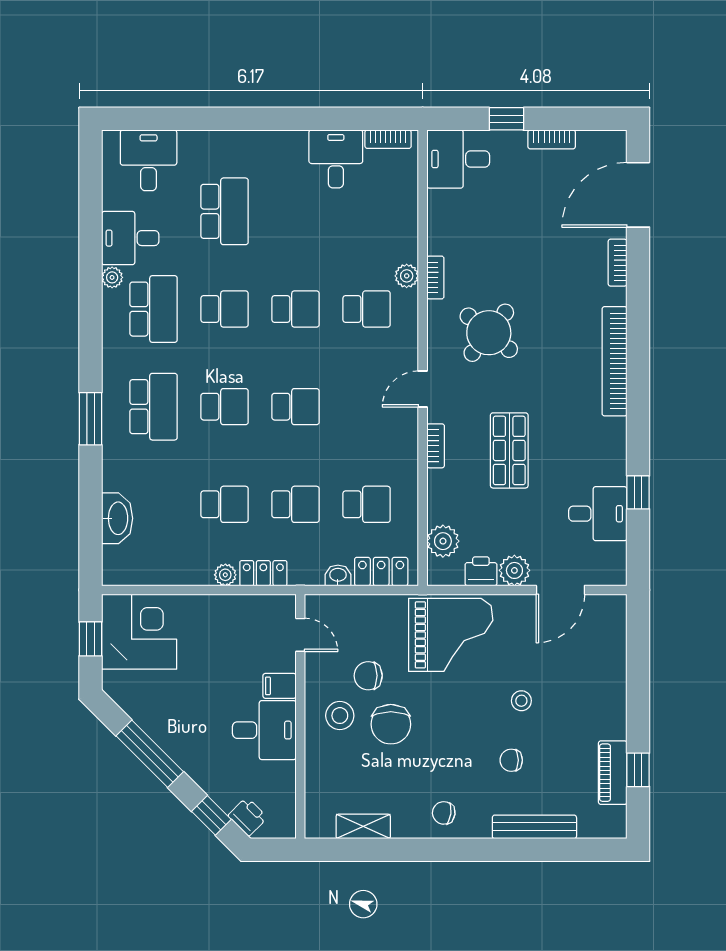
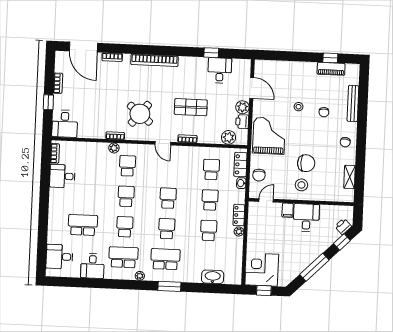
plant: (112, 277) -> (140, 276), moved
chair: (368, 676) -> (259, 175), moved

